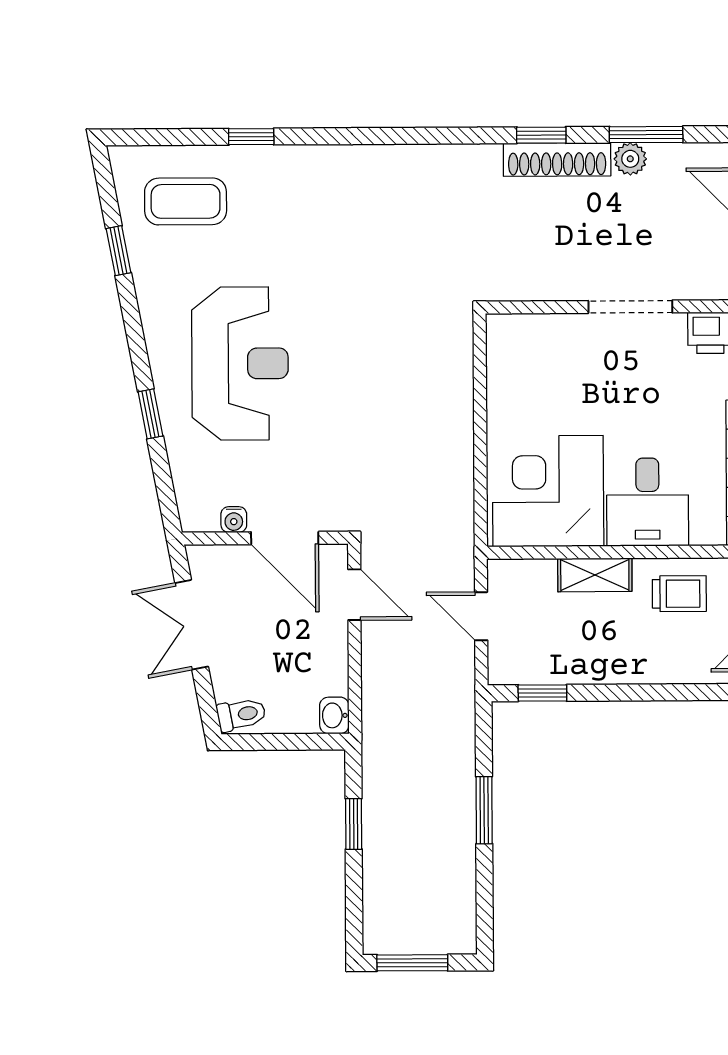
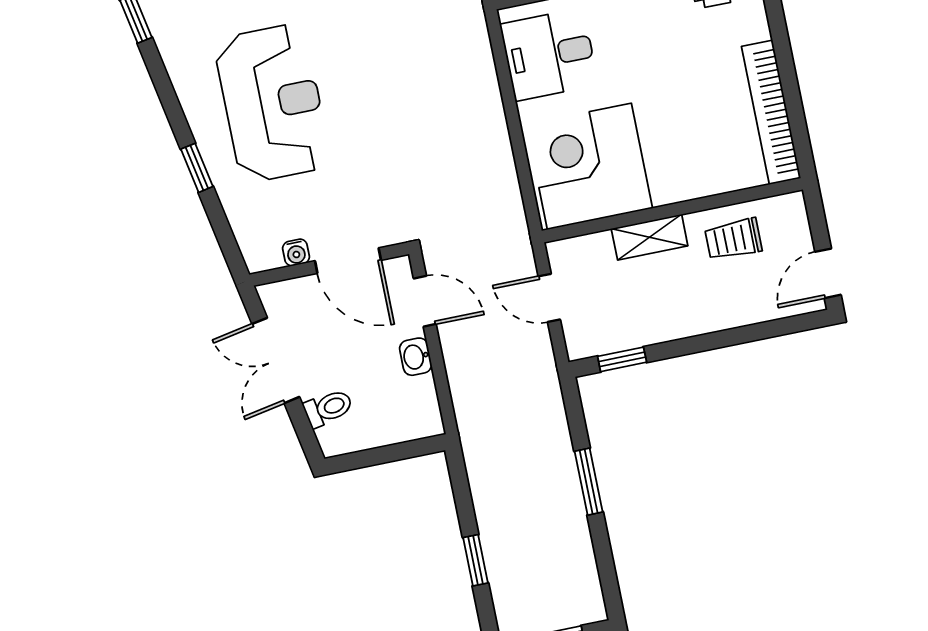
desk: (647, 502) -> (549, 54), moved, turned 90
trolley: (679, 594) -> (733, 239), turned 180
toilet: (241, 714) -> (328, 408), moved
washbasin: (334, 715) -> (416, 357), moved
window: (354, 824) -> (476, 560), moved

